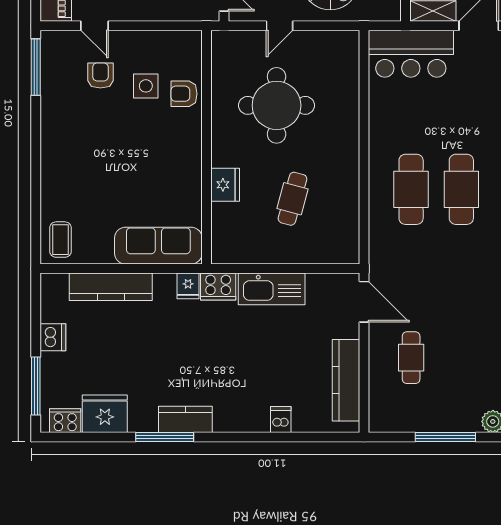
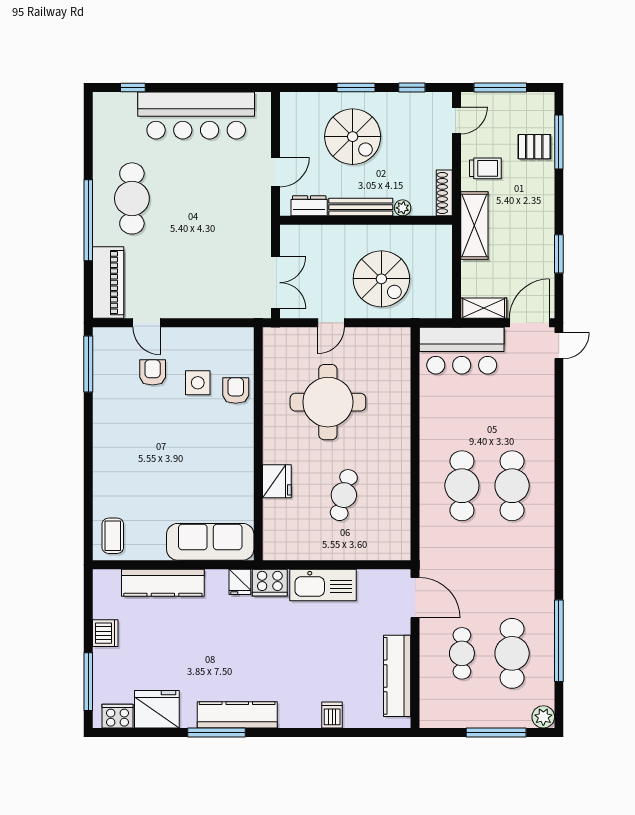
armchair: (184, 94) -> (236, 391), turned 90
cafe table: (461, 358) -> (512, 653), added
kitchen counter: (185, 419) -> (237, 715), width x1.50

